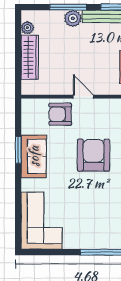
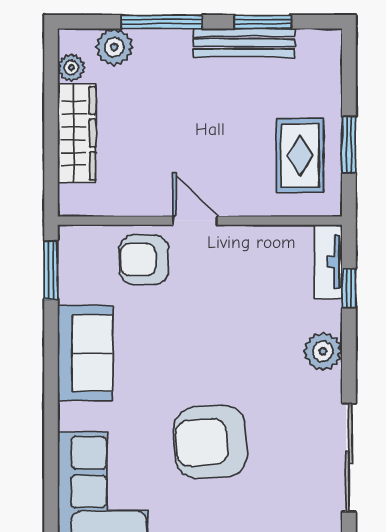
plant: (73, 18) -> (114, 47), moved
window: (18, 150) -> (51, 270), moved
armchair: (93, 155) -> (210, 442), moved, turned -94

